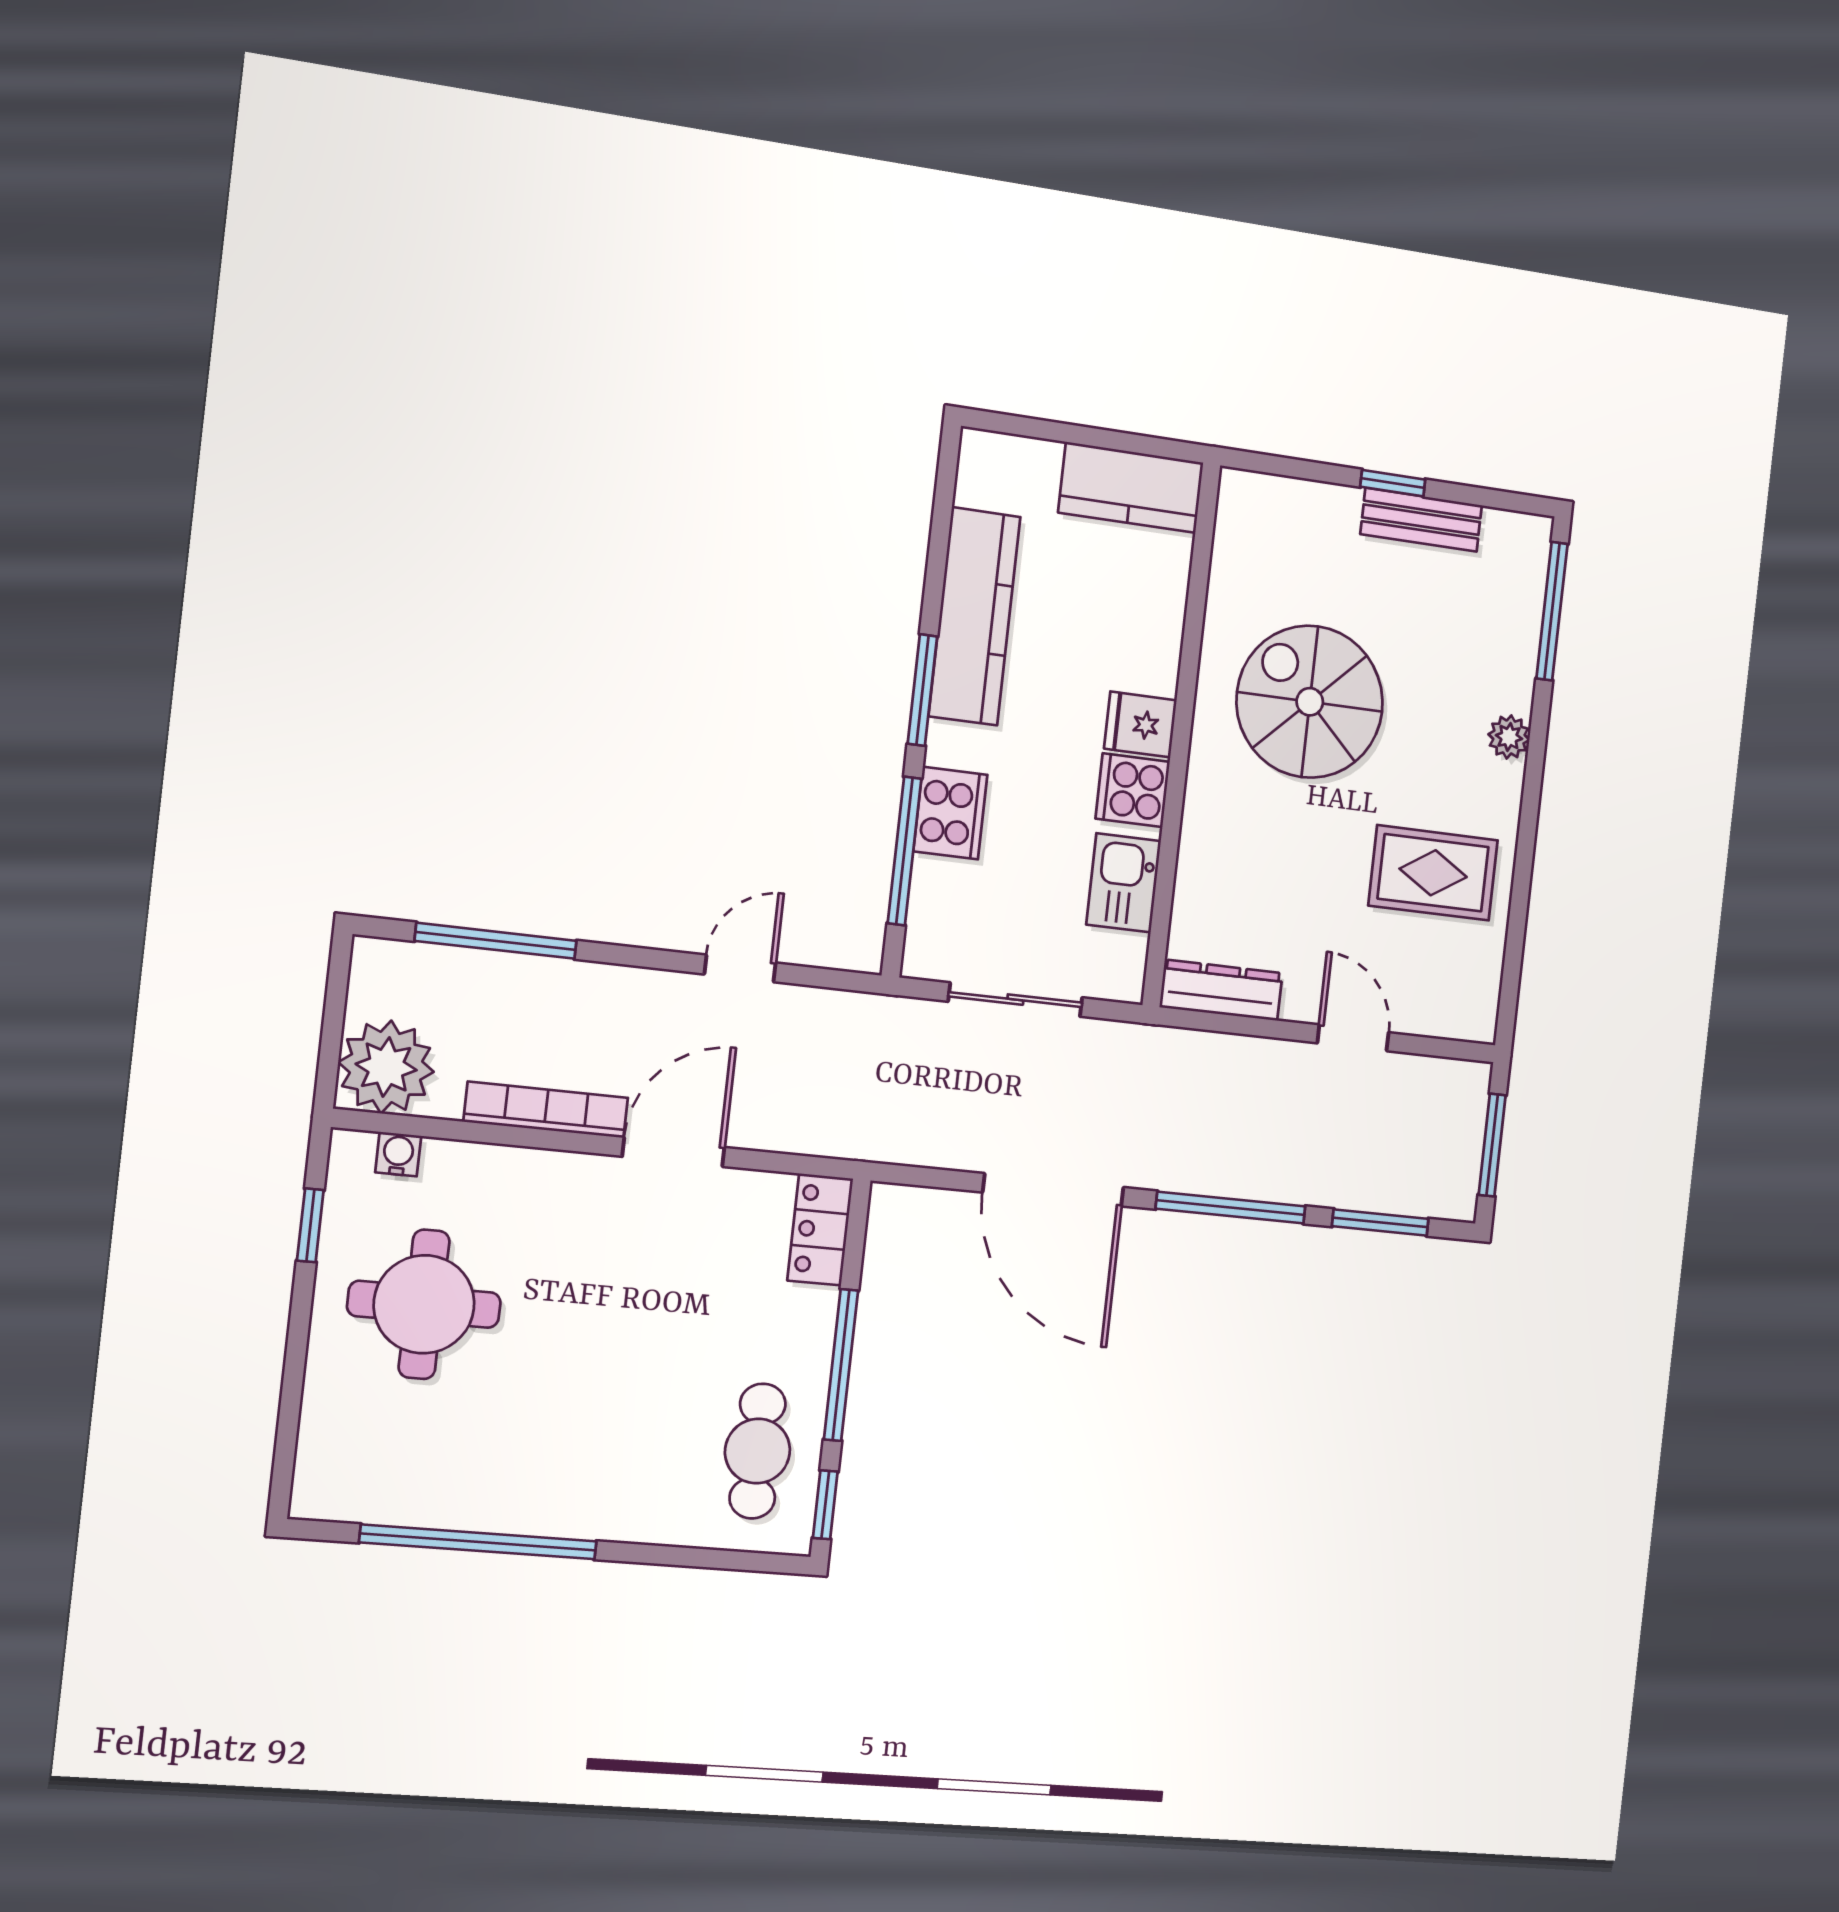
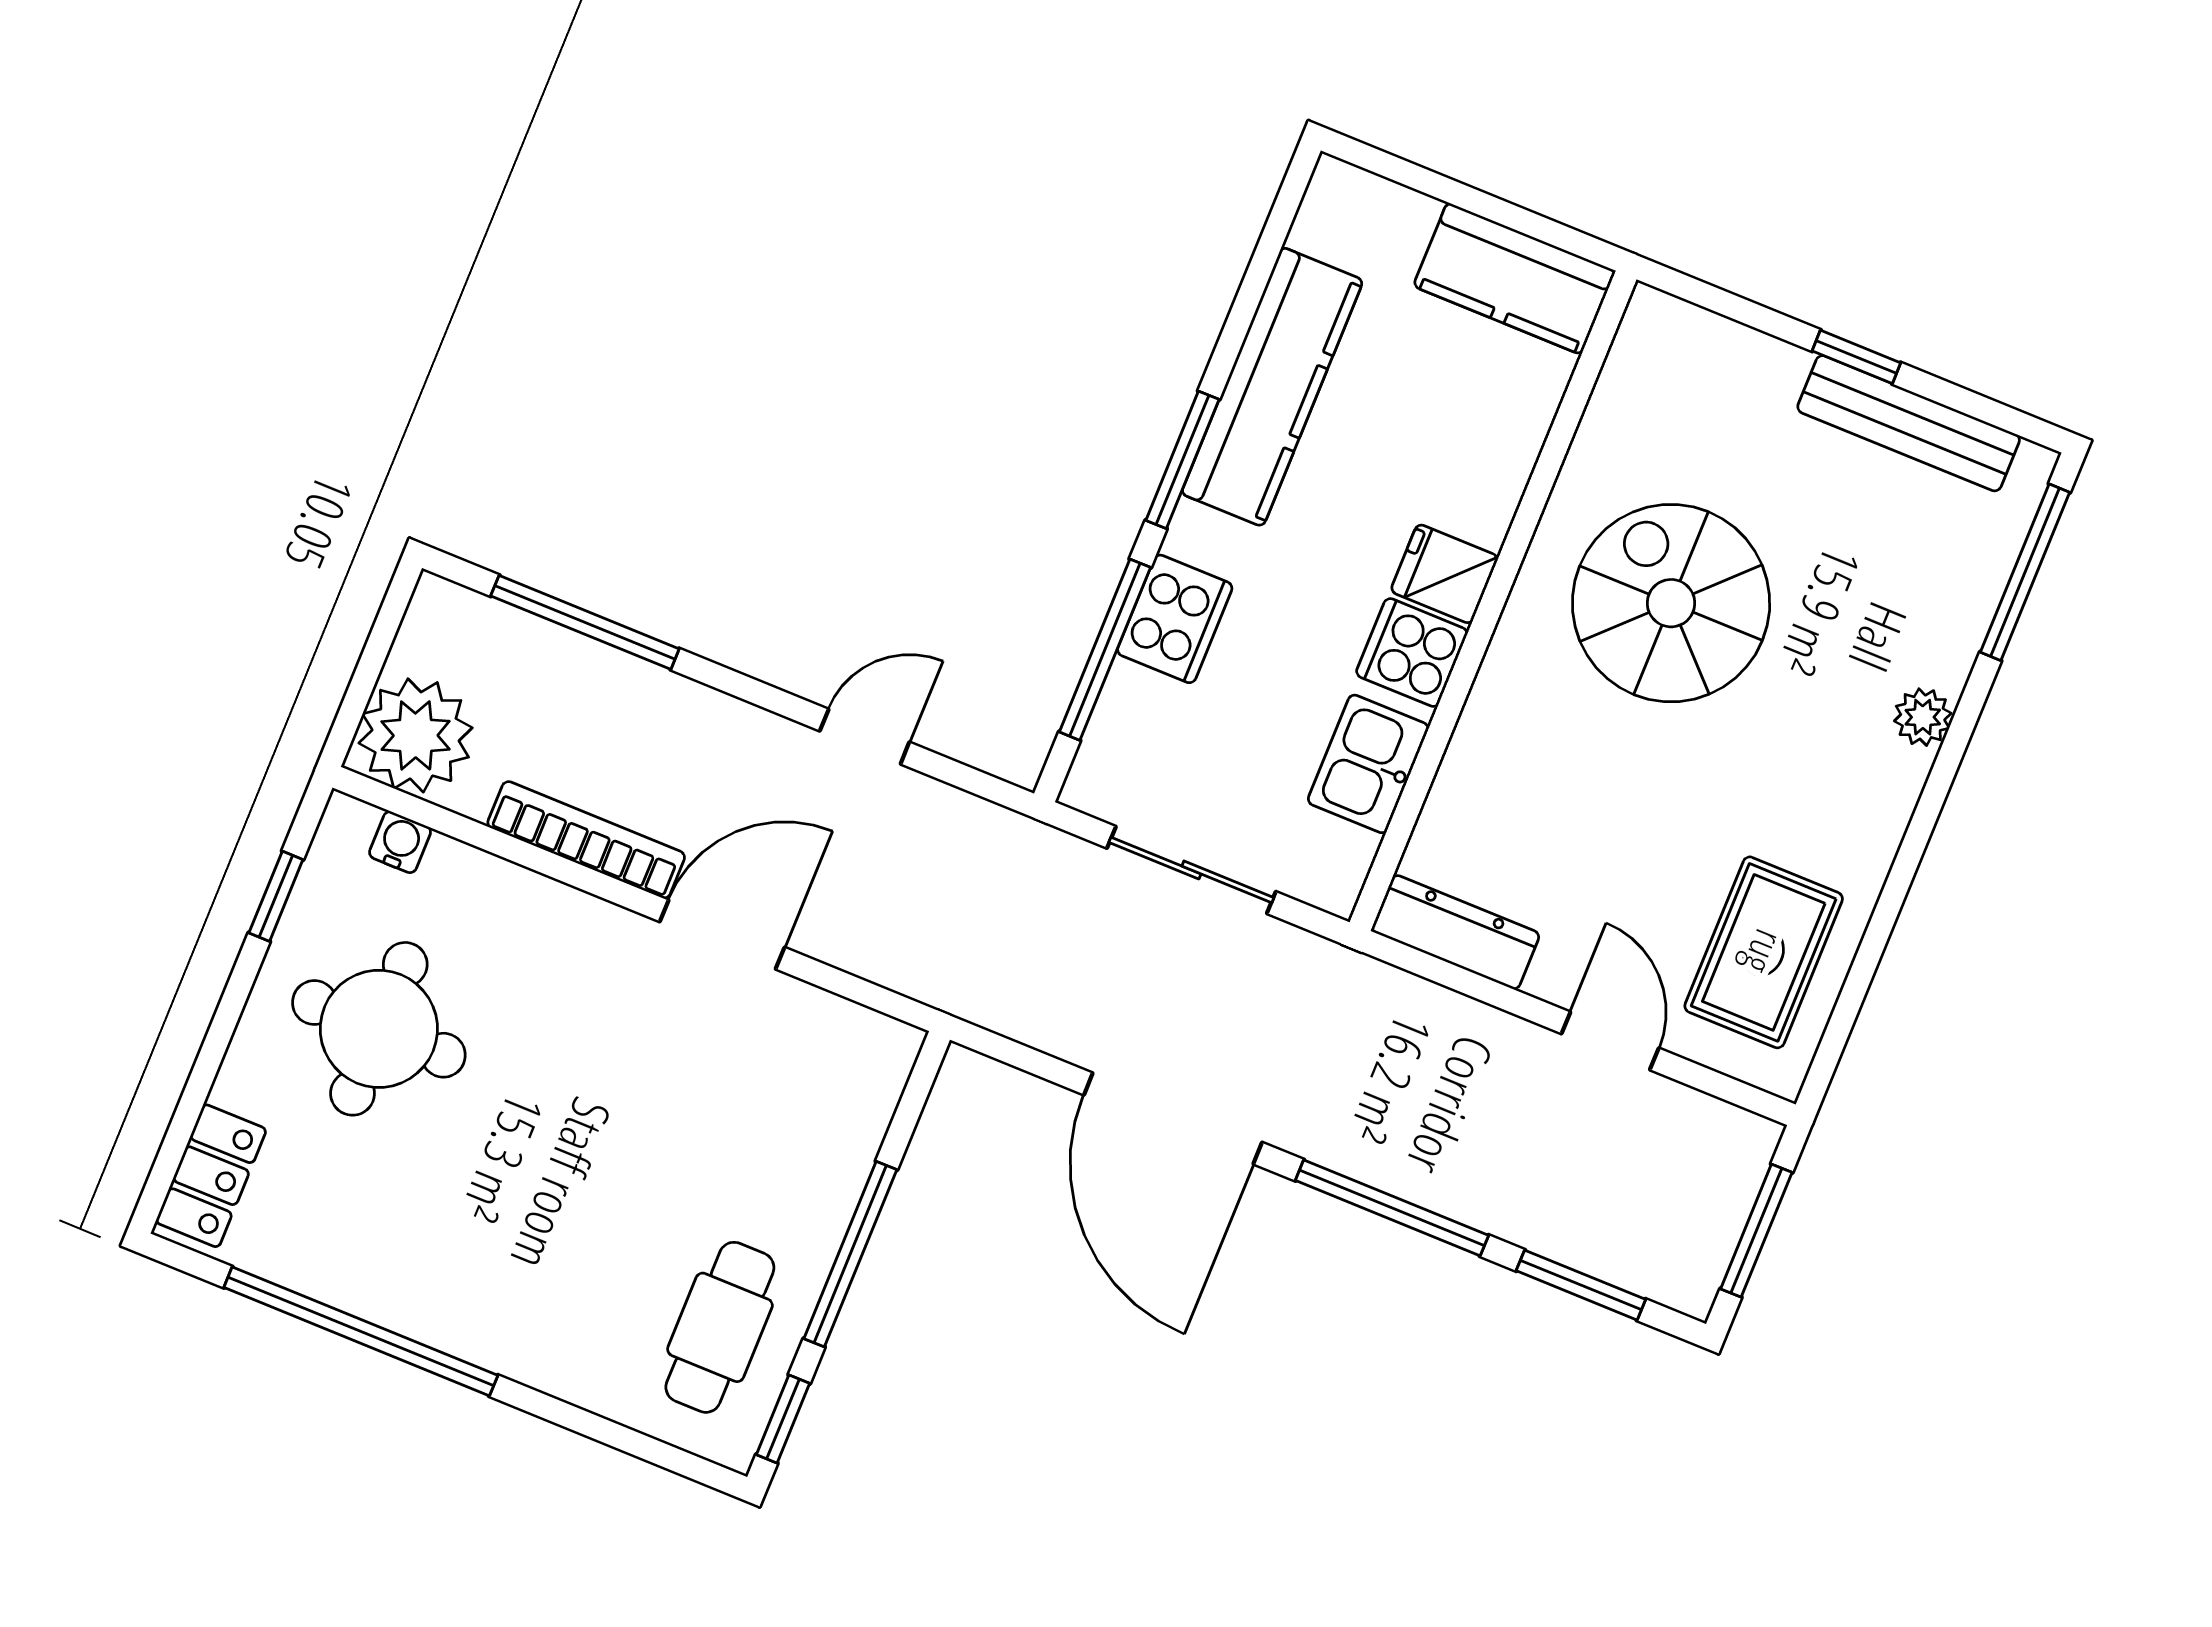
bench: (1421, 520) -> (1909, 423), width x1.36
rug: (1433, 873) -> (1764, 952), moved, turned 90
locker: (820, 1230) -> (211, 1176), moved, turned 180

